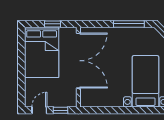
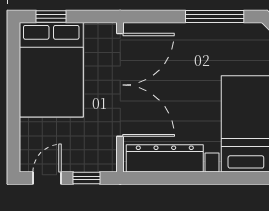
window: (53, 24) -> (51, 17), moved
dresser: (102, 100) -> (165, 158), added

